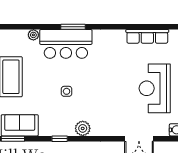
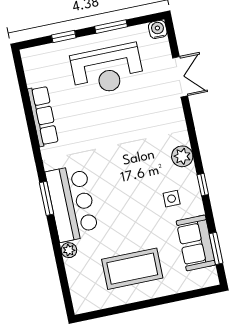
row of seats: (147, 36) -> (43, 116), moved
side table: (67, 91) -> (172, 199), moved

